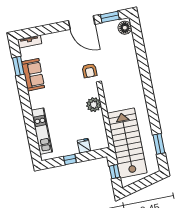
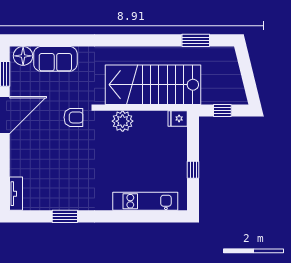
window: (18, 66) -> (65, 216), moved
sofa: (33, 75) -> (55, 59), moved, turned 180
stairs: (127, 143) -> (153, 85), moved
fridge: (84, 146) -> (178, 118), moved

